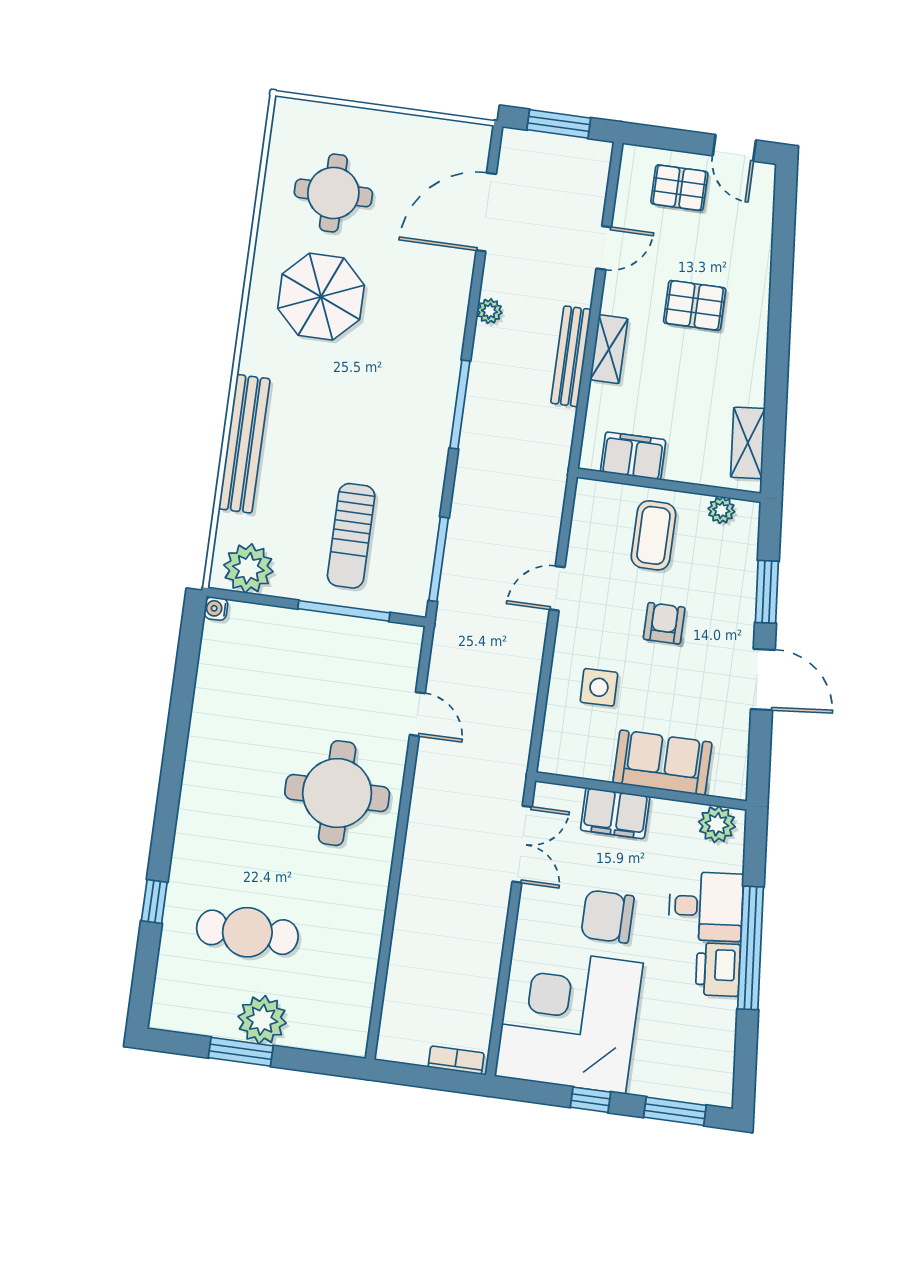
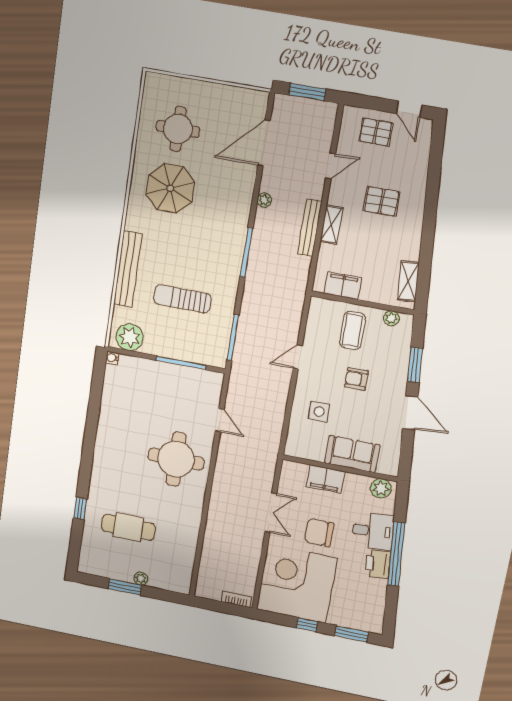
sun lounger: (351, 536) -> (182, 299), moved, turned 90
armchair: (664, 623) -> (356, 379), turned -90
double door: (522, 844) -> (271, 513), moved
plant: (262, 1020) -> (141, 579), width x0.53, depth x0.53

